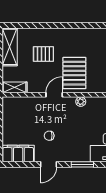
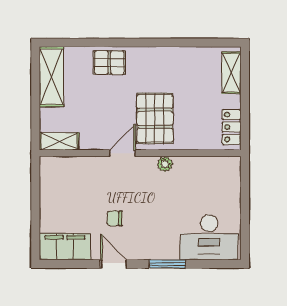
pallet: (43, 54) -> (109, 63), moved
door: (49, 164) -> (114, 264), swing flipped

